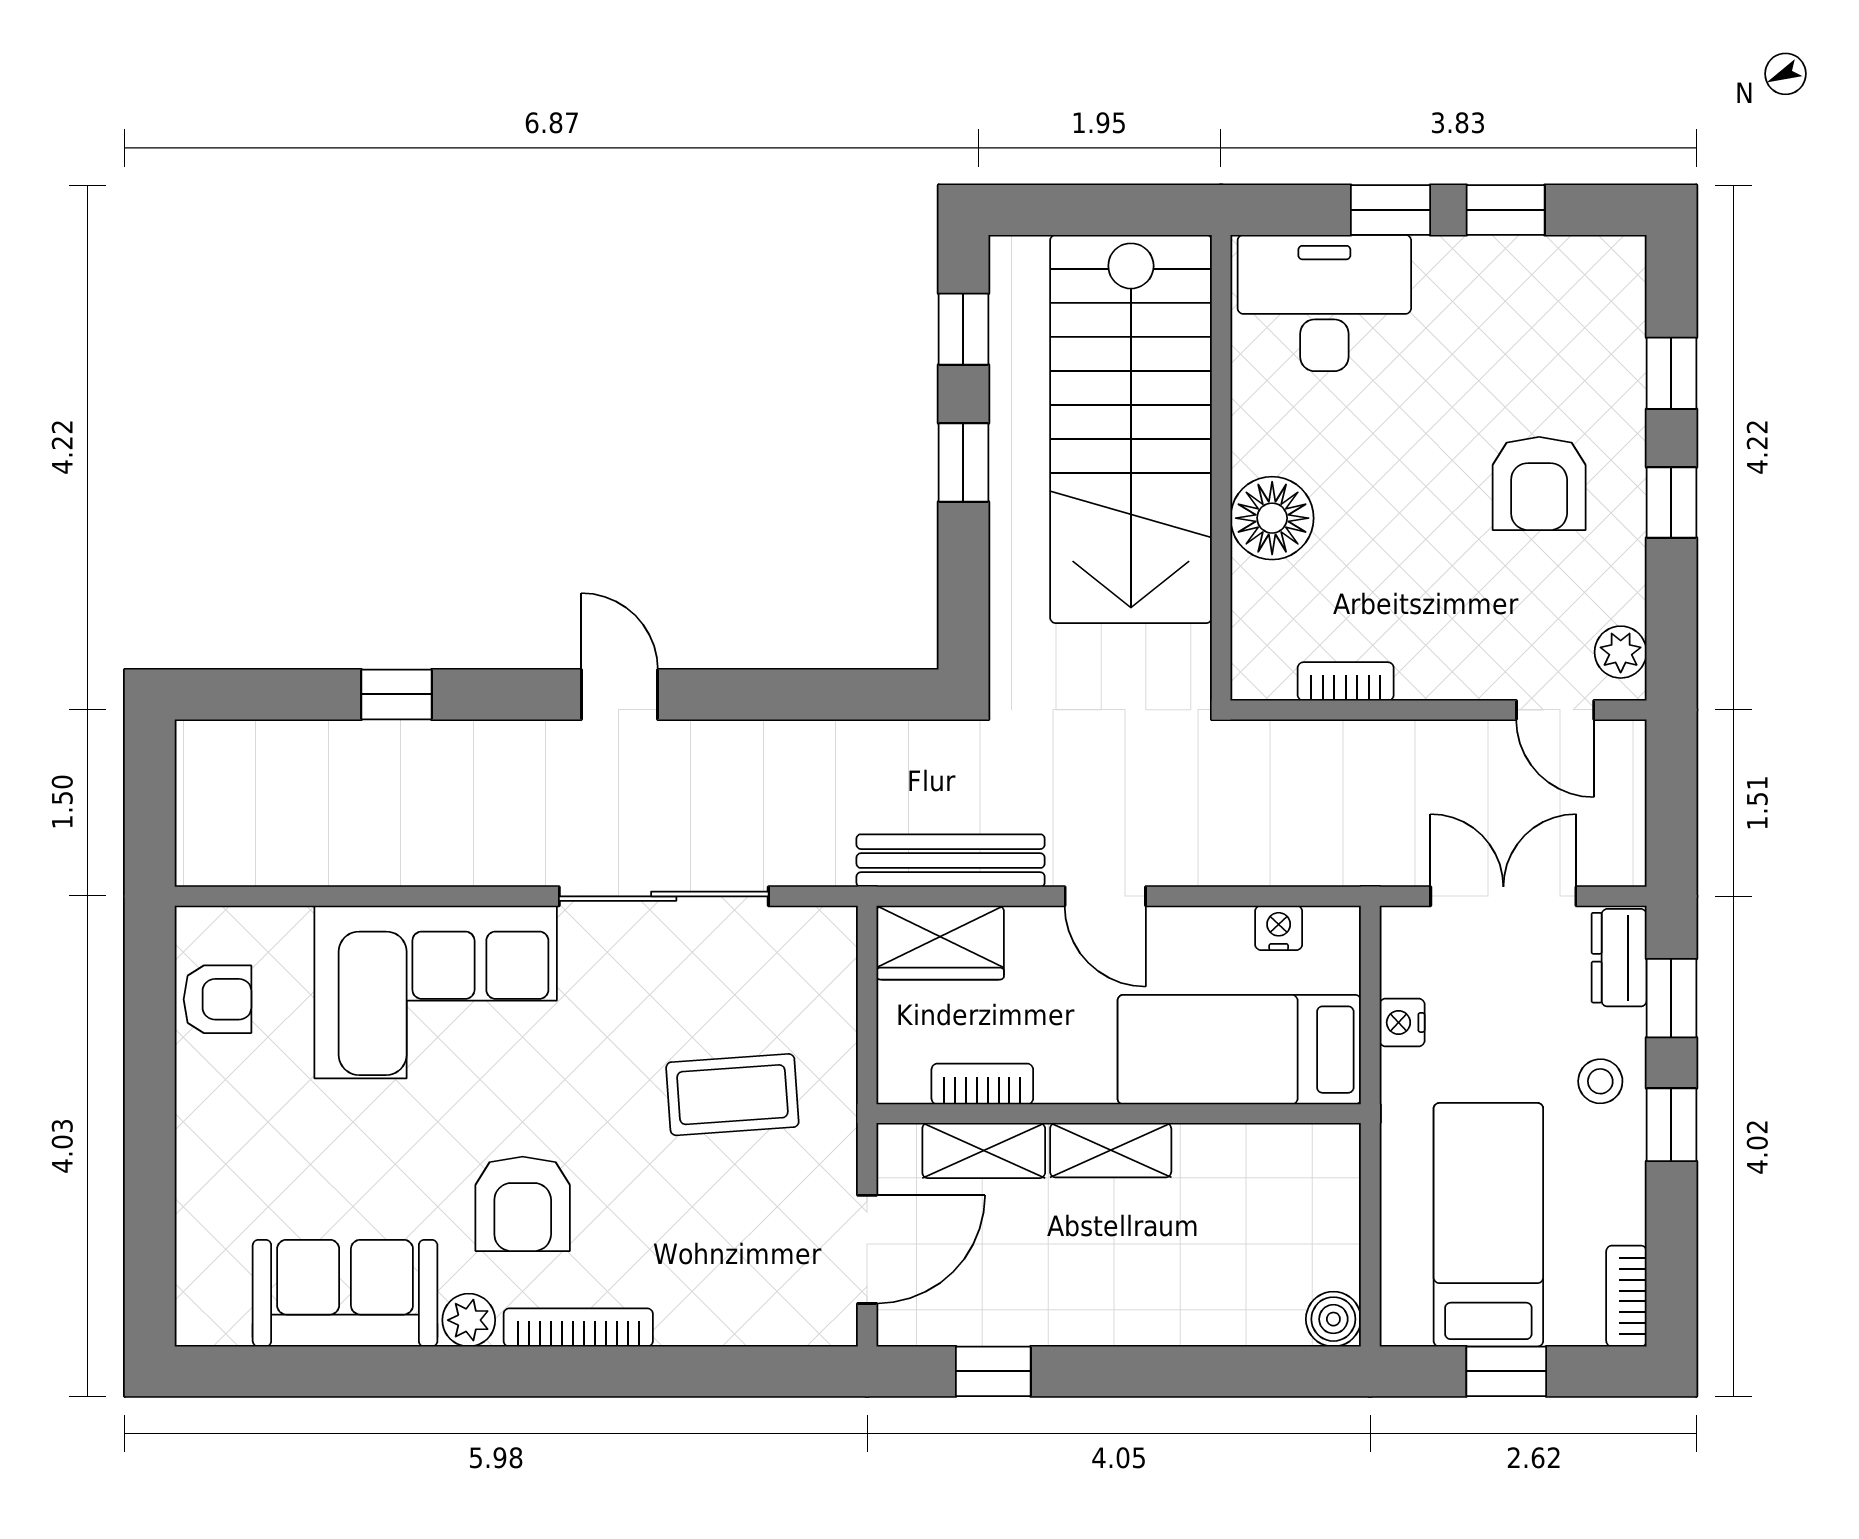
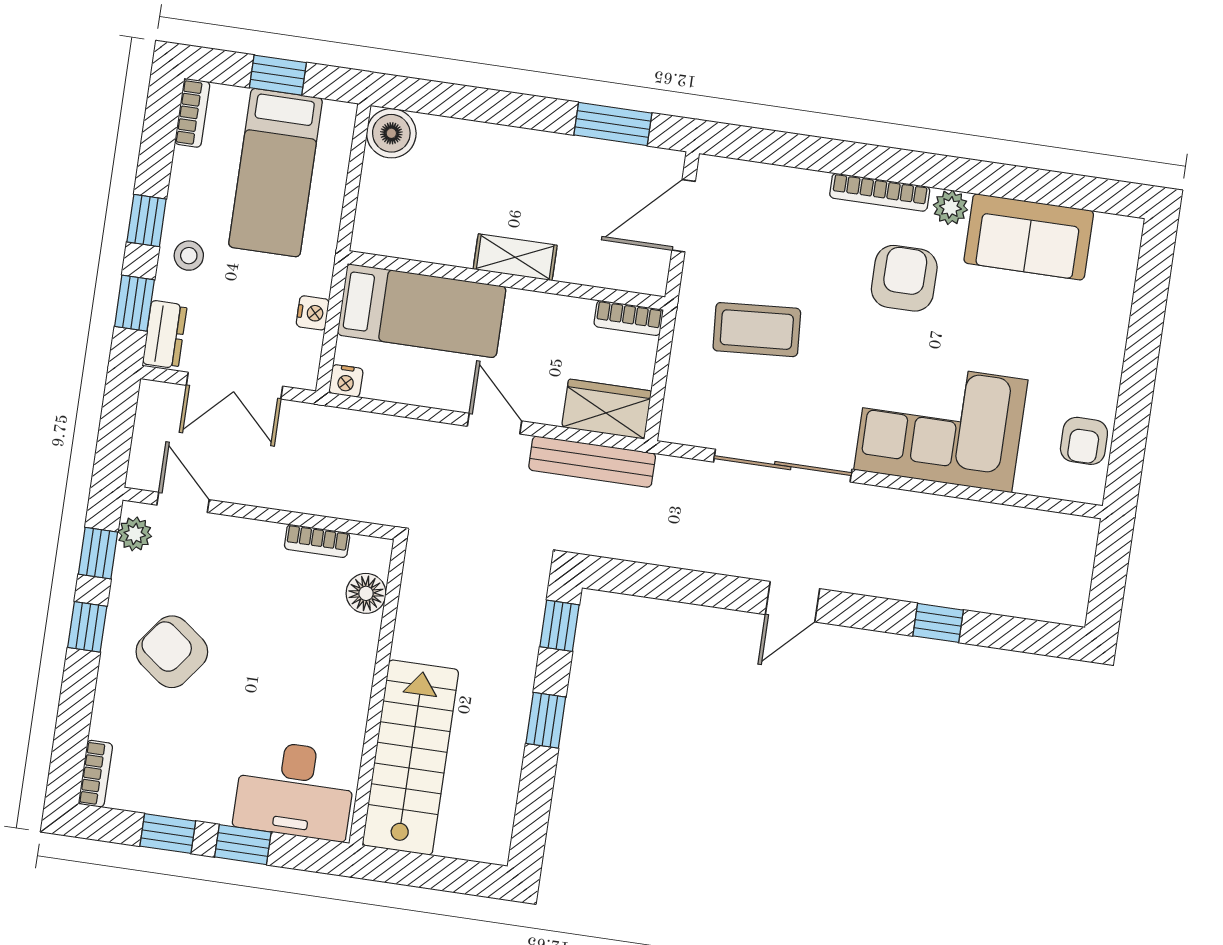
bookcase: (1627, 284) -> (95, 774), added
window: (963, 329) -> (560, 626), moved
window: (1671, 373) -> (98, 553), moved
stairs: (1131, 429) -> (411, 757), width x0.73, depth x0.66
armchair: (1539, 484) -> (172, 652), turned -53
floor lamp: (1272, 518) -> (366, 593), moved, width x0.73, depth x0.73
door: (619, 694) -> (792, 602), hinge flipped
nightstand: (1279, 928) -> (346, 381), moved
armchair: (217, 999) -> (1084, 441), turned -90
bookcase: (982, 1084) -> (629, 318), moved
shelving: (984, 1151) -> (598, 269), removed
boiler: (1333, 1319) -> (391, 133), width x1.36, depth x1.36
window: (993, 1371) -> (613, 124), width x1.50

